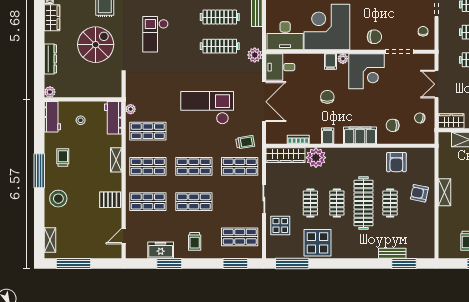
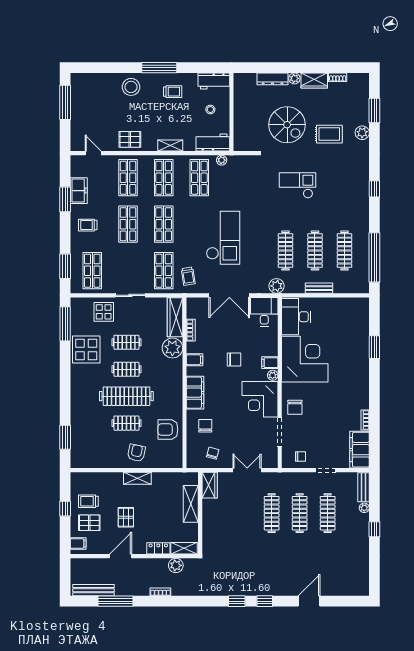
plant: (50, 92) -> (294, 78), moved
pallet: (110, 200) -> (130, 139), turned 90
shelving: (50, 240) -> (89, 79), removed
bench: (392, 253) -> (76, 425), removed

